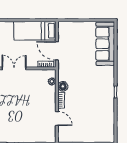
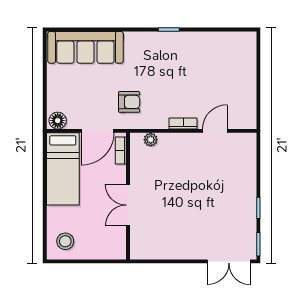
armchair: (74, 69) -> (129, 102), added
floor lamp: (63, 86) -> (58, 121), moved

